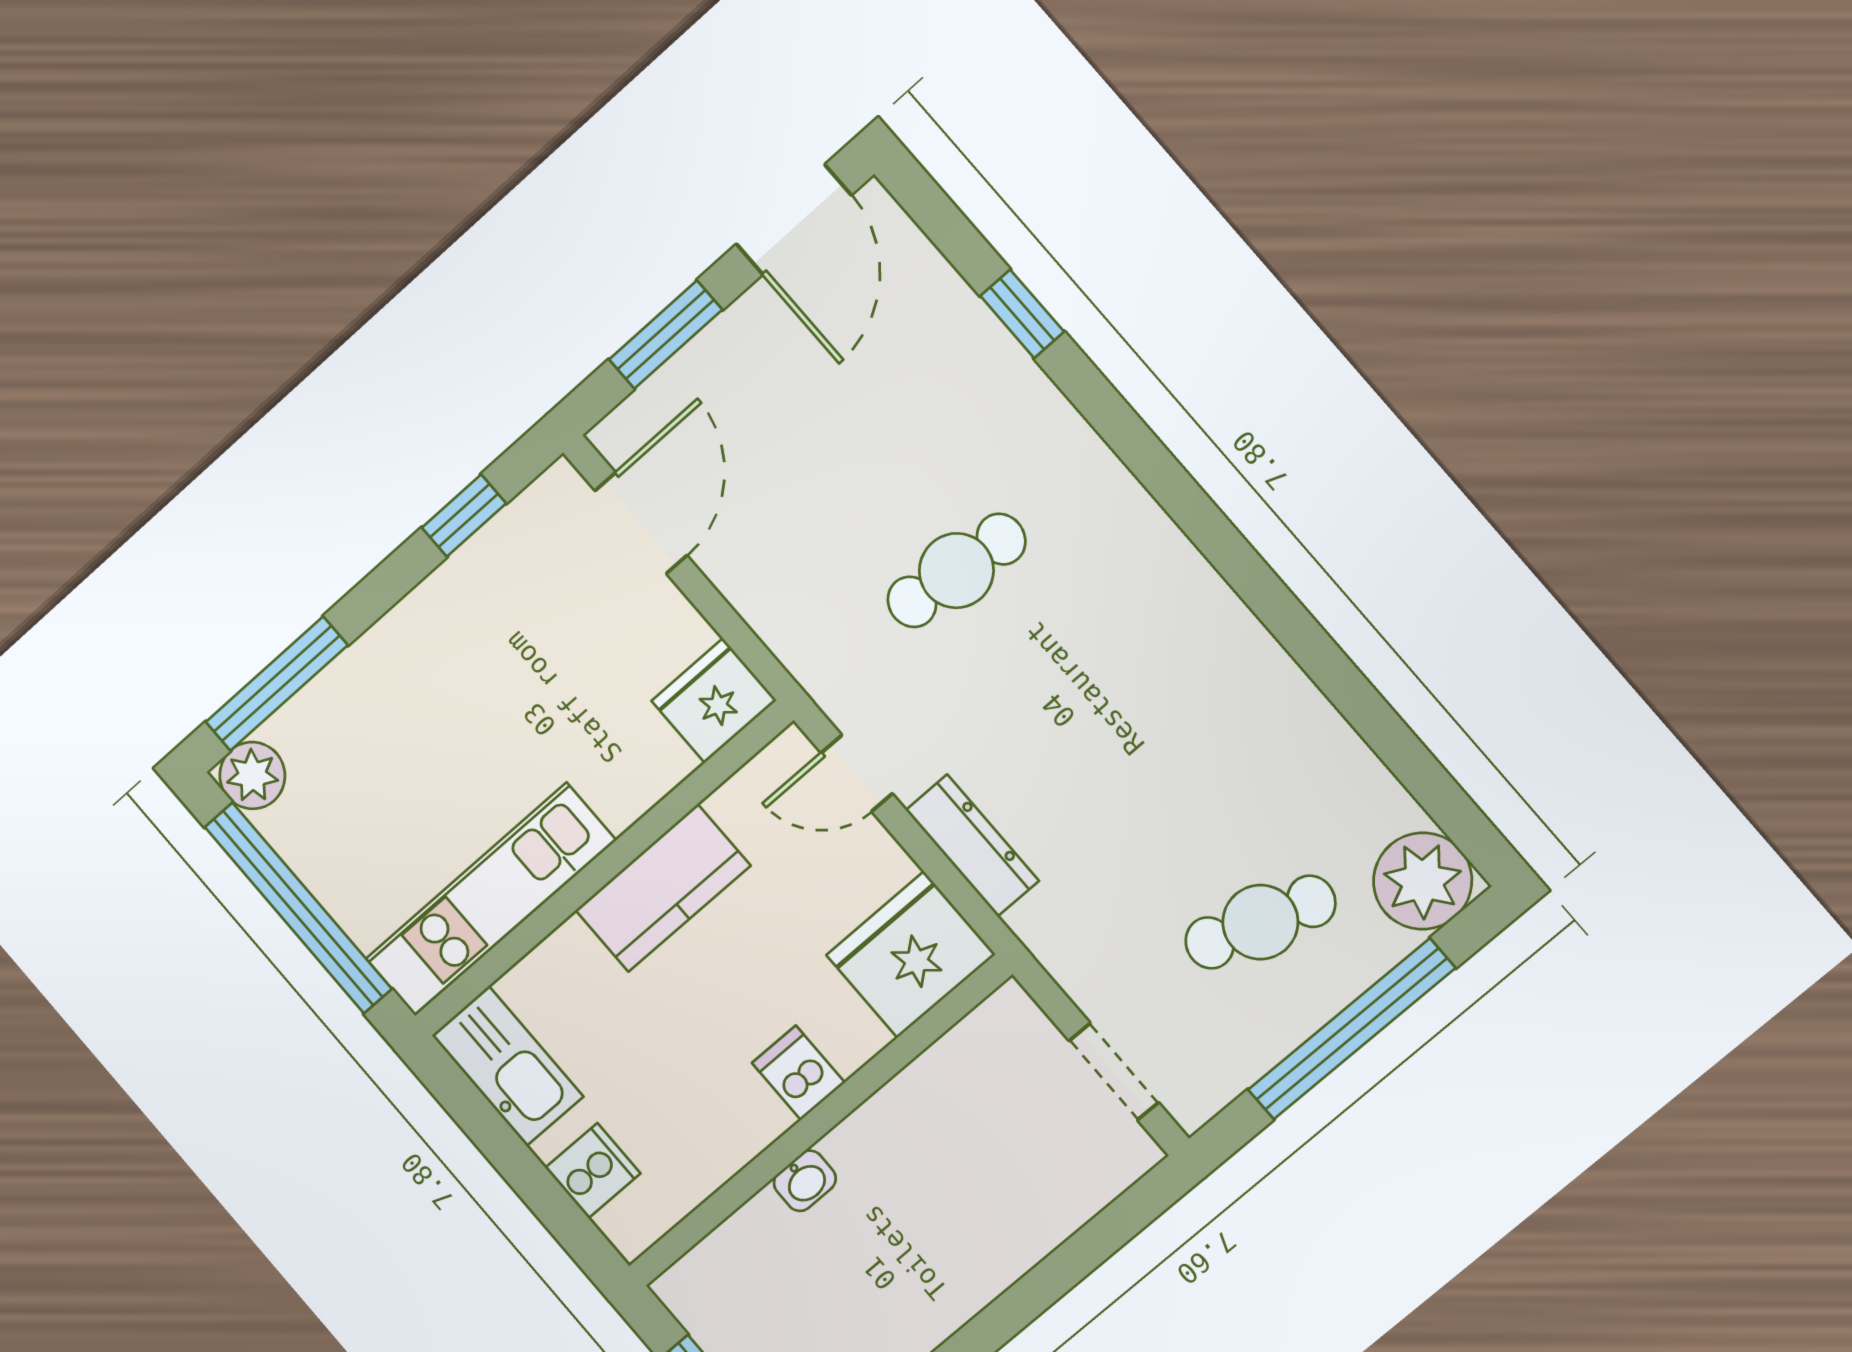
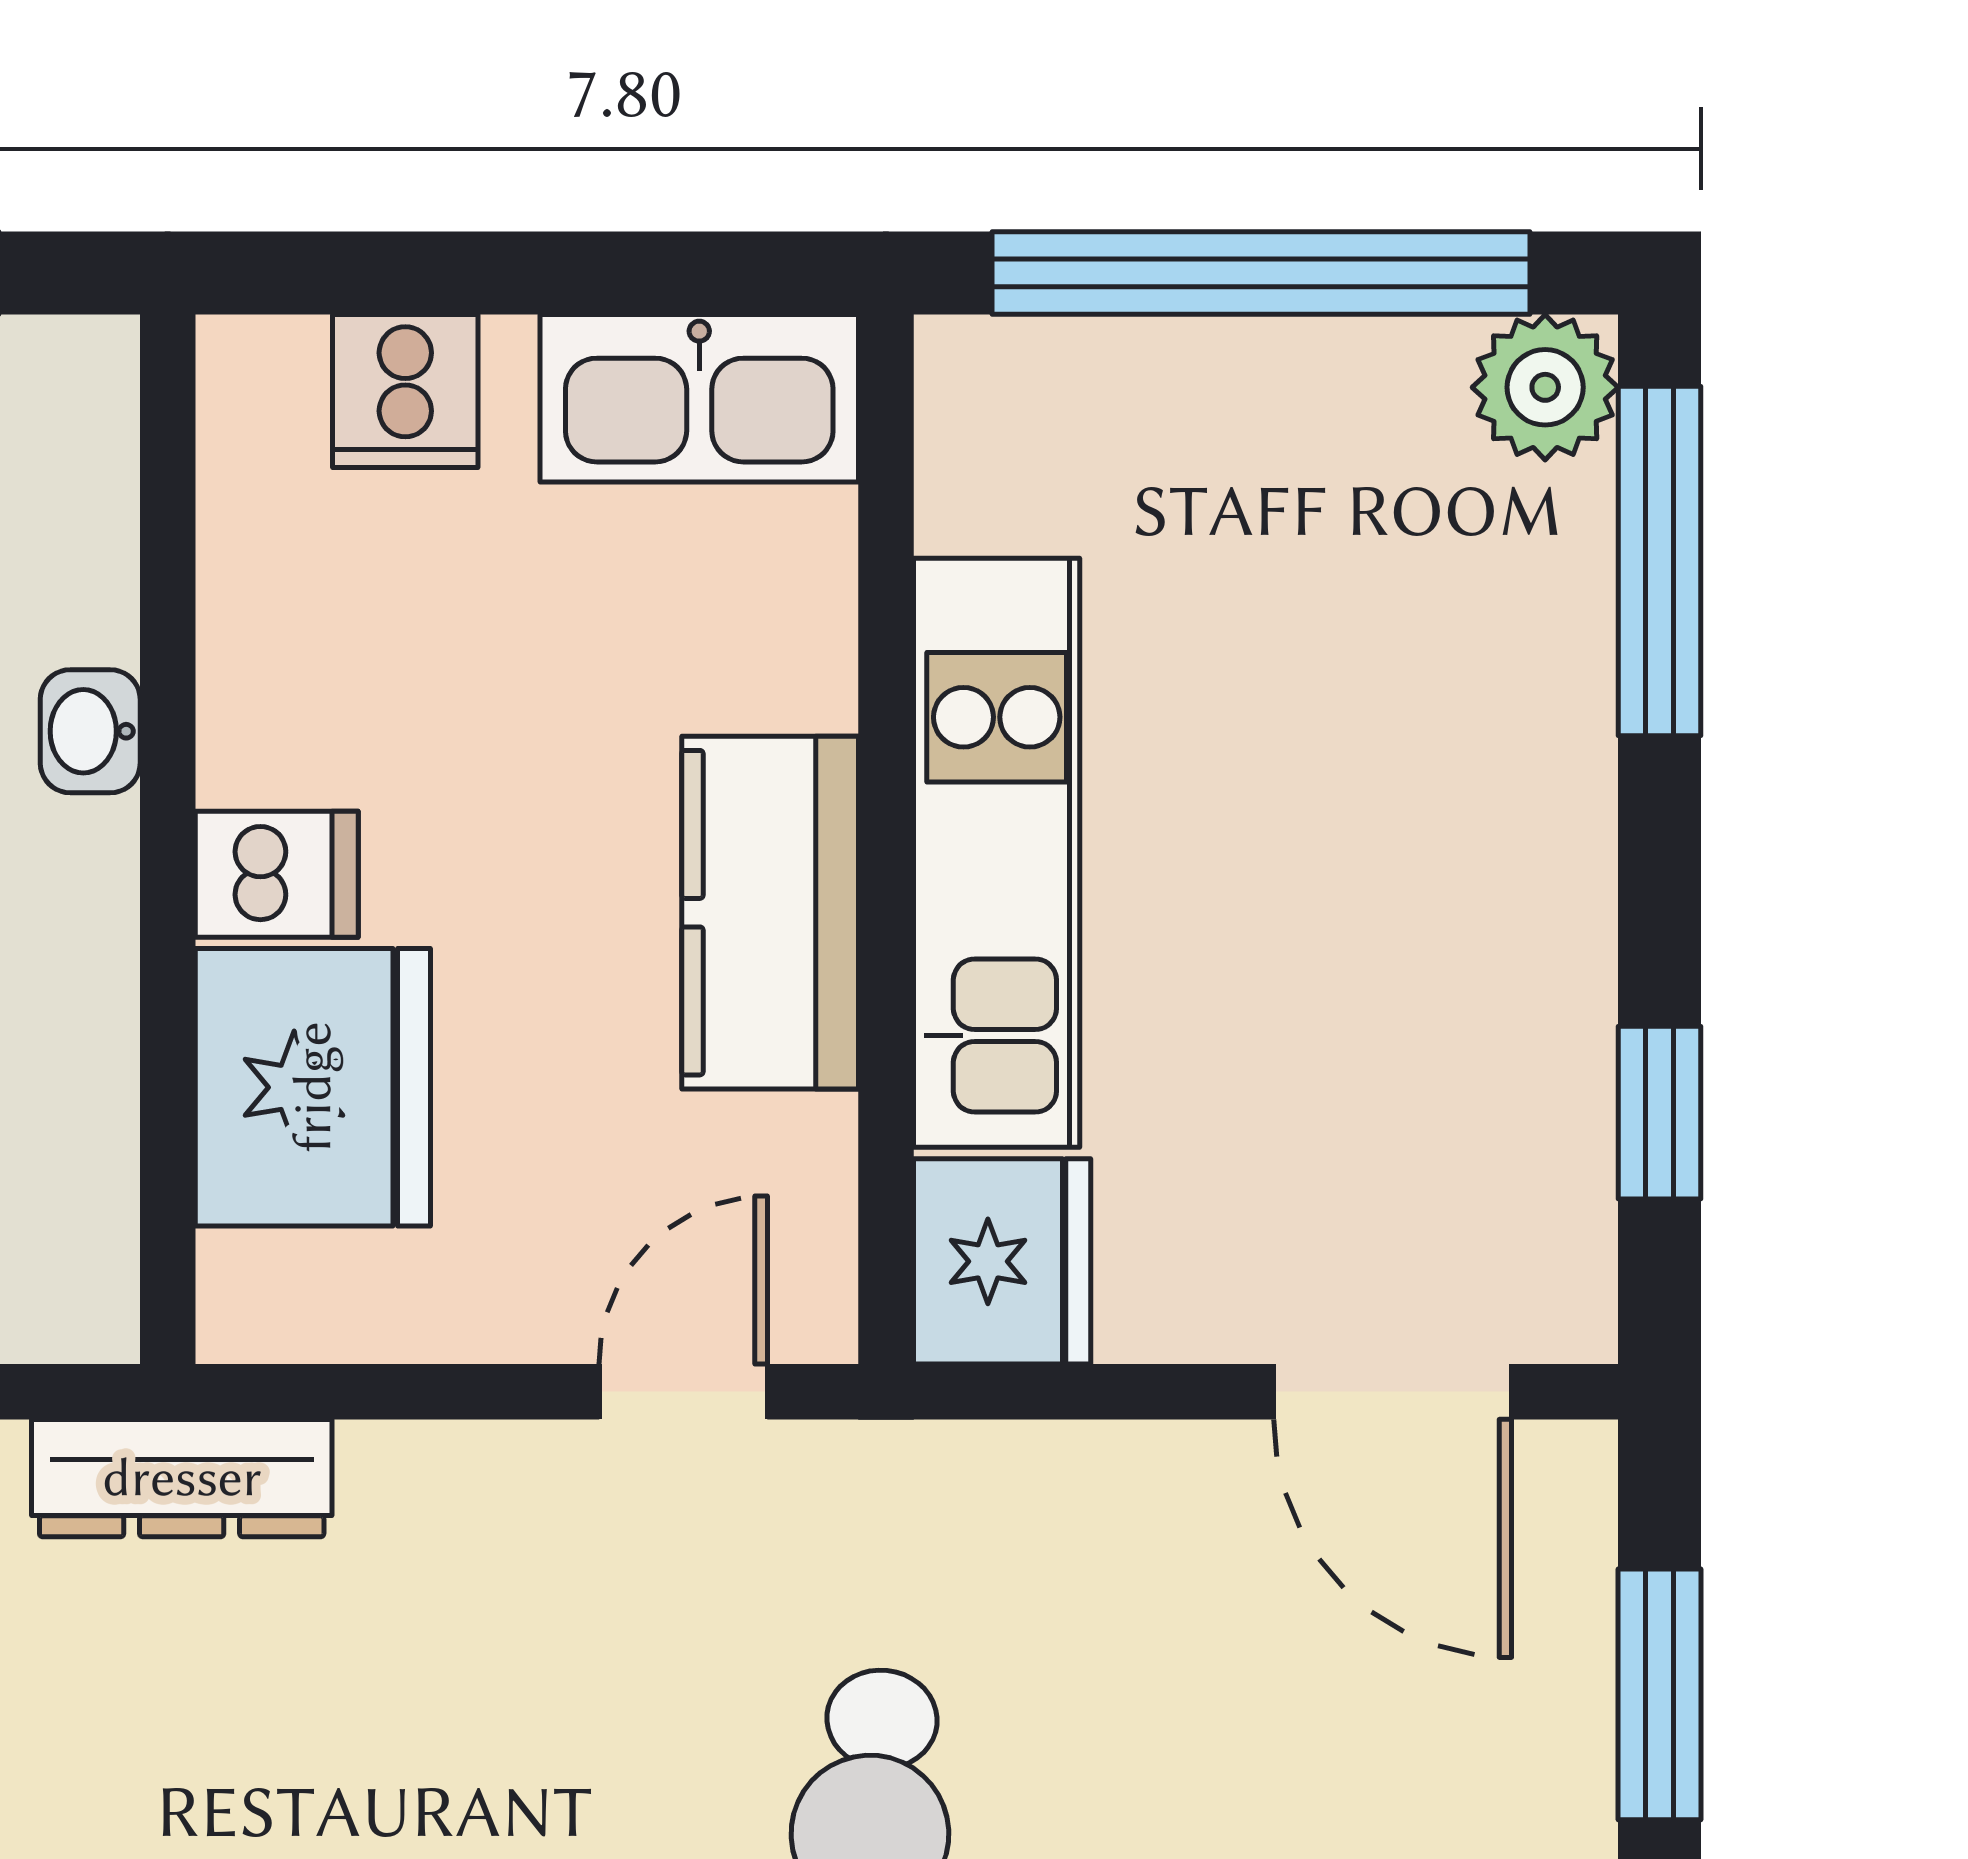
dresser: (972, 845) -> (182, 1478), moved
kitchen unit: (491, 900) -> (997, 853), moved
fridge: (911, 955) -> (313, 1087), moved

